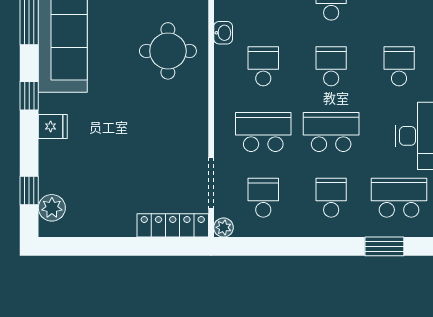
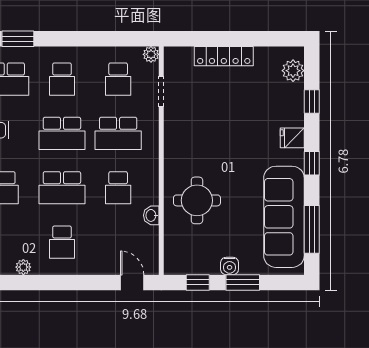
school desk: (331, 66) -> (62, 188), width x1.85
doorway: (211, 183) -> (161, 91), width x0.73
window: (29, 190) -> (312, 102), moved
locker: (173, 225) -> (224, 56), moved

